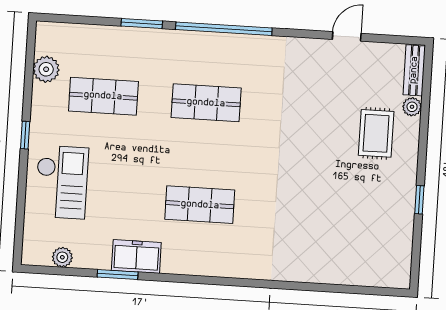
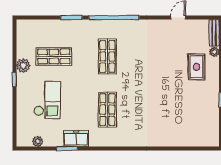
plant: (46, 69) -> (23, 66), moved
shop shelf: (206, 103) -> (107, 57), turned 90
checkout: (62, 182) -> (47, 100), moved
shop shelf: (200, 205) -> (107, 110), turned 90

